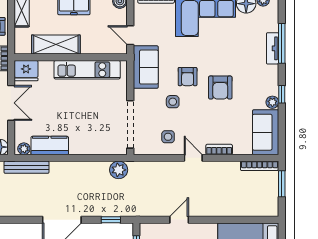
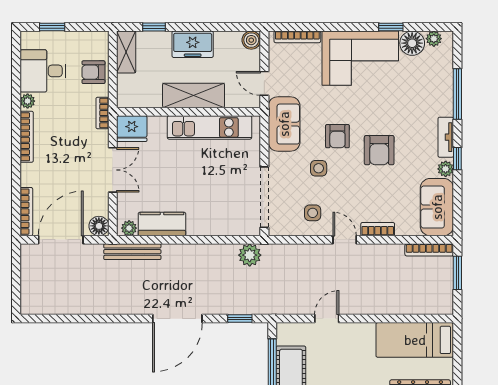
shelving: (56, 45) -> (194, 95), moved
tv unit: (273, 48) -> (446, 137), moved

